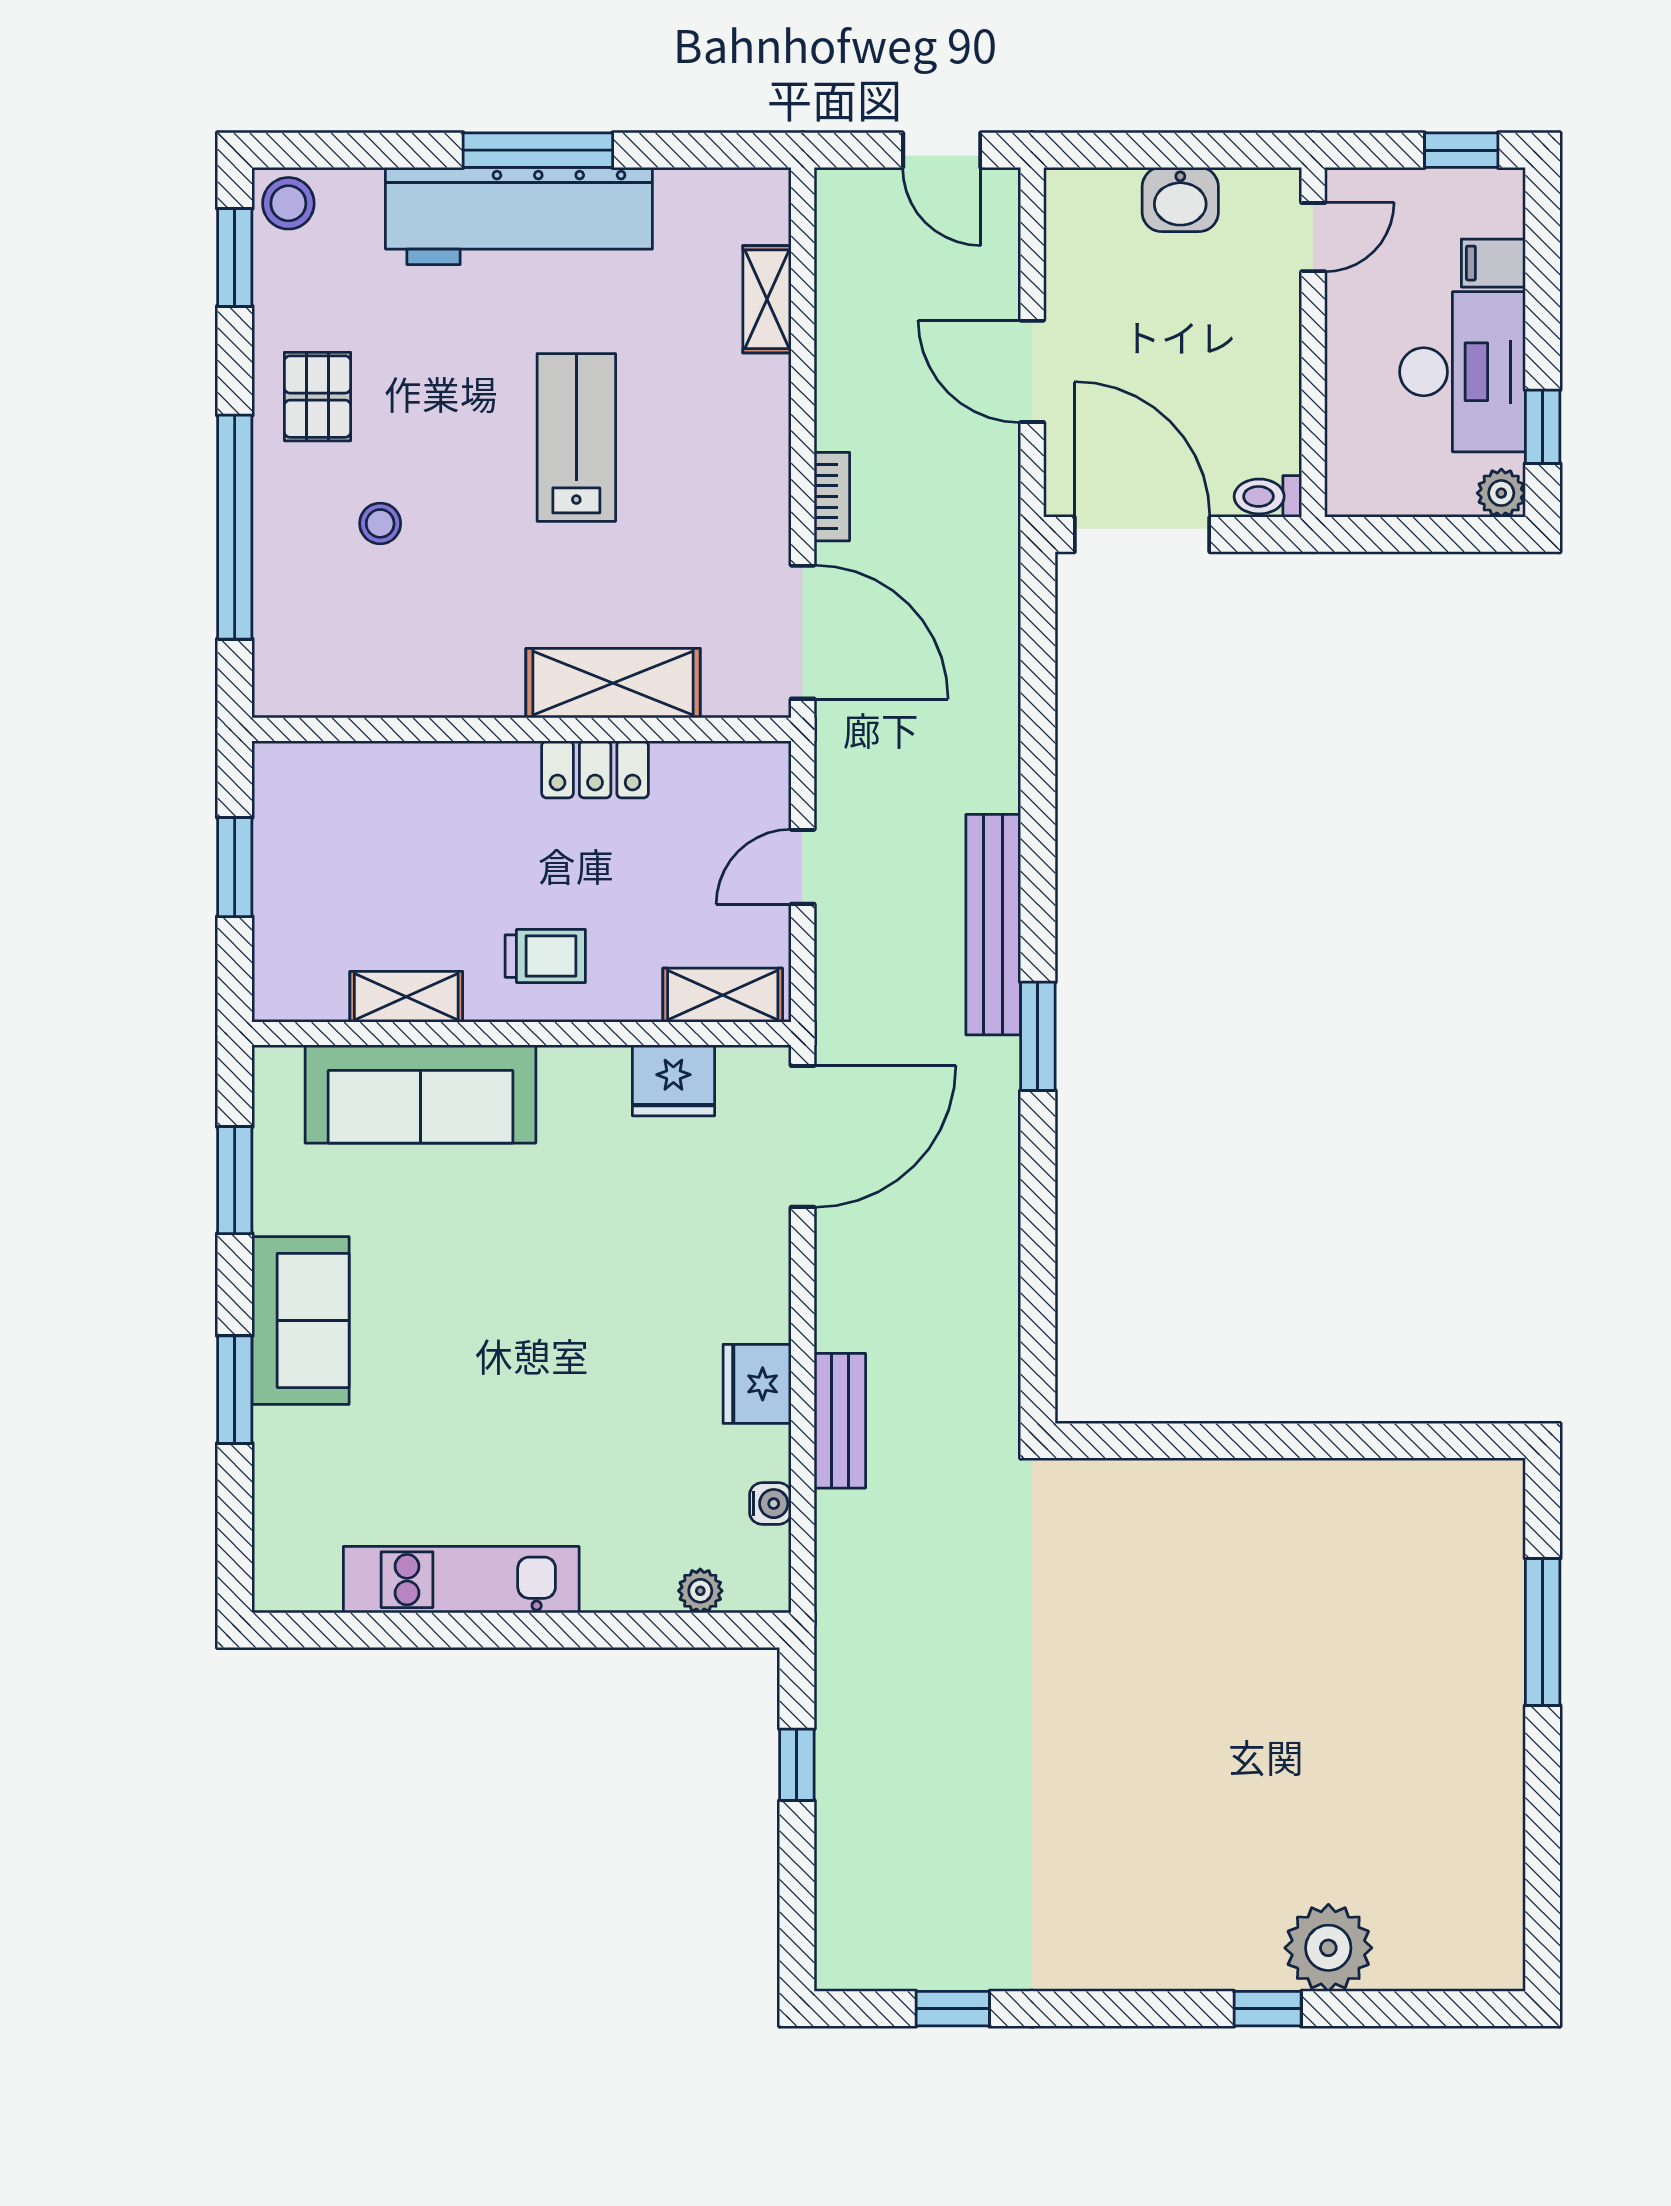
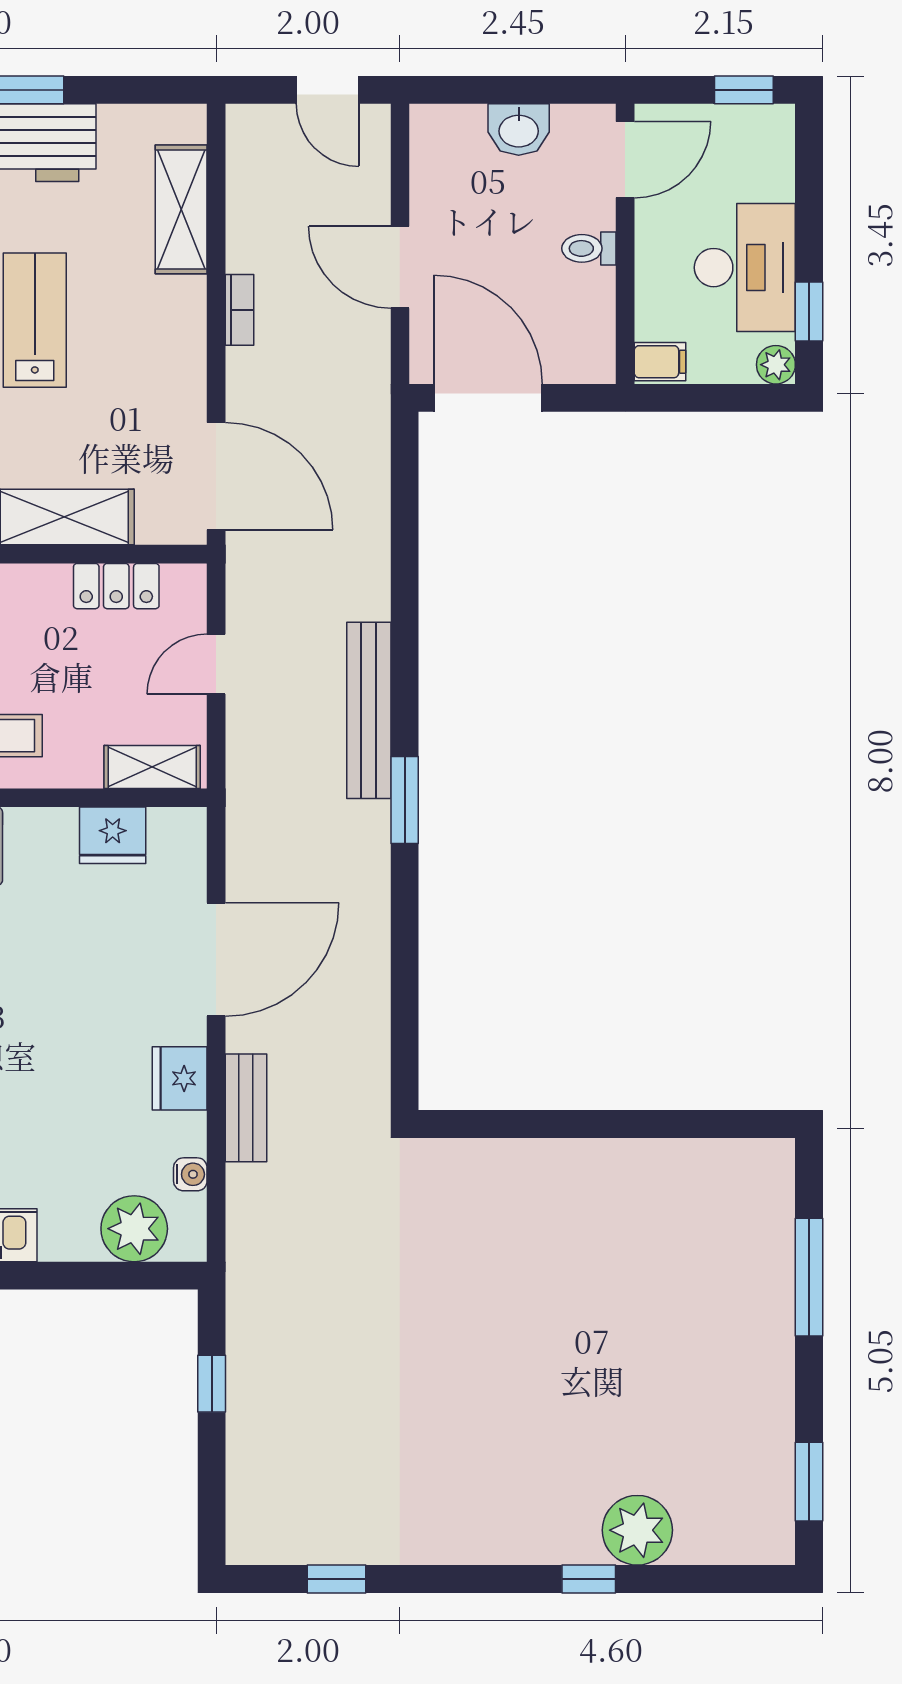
door: (1313, 237) -> (625, 160), width x1.37
filing cabinet: (1493, 263) -> (660, 362), moved, turned 180
shelving: (767, 299) -> (181, 209), width x1.50, depth x1.33
toilet: (1268, 496) -> (589, 248), moved
bookcase: (832, 497) -> (240, 310), moved
locker: (595, 769) -> (116, 586), moved
door: (803, 1136) -> (216, 959), moved
plant: (700, 1591) -> (134, 1229), width x1.88, depth x1.88
window: (1543, 1887) -> (809, 1482), added

